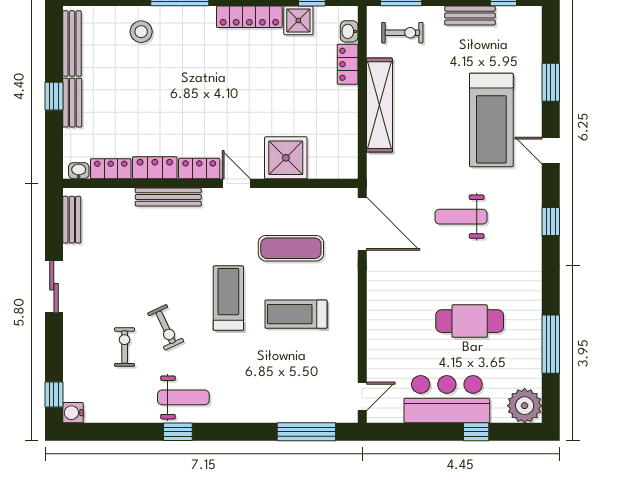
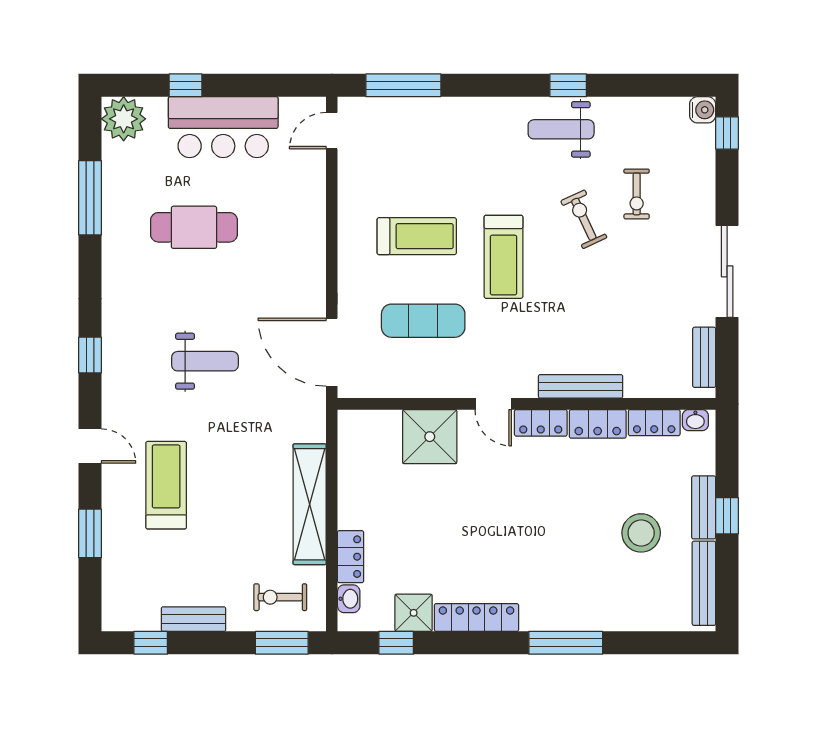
stool: (141, 32) -> (641, 533), moved, width x1.38, depth x1.38
treadmill: (491, 120) -> (166, 485), width x0.73, depth x0.73
sliding door: (54, 287) -> (727, 271), width x1.37

